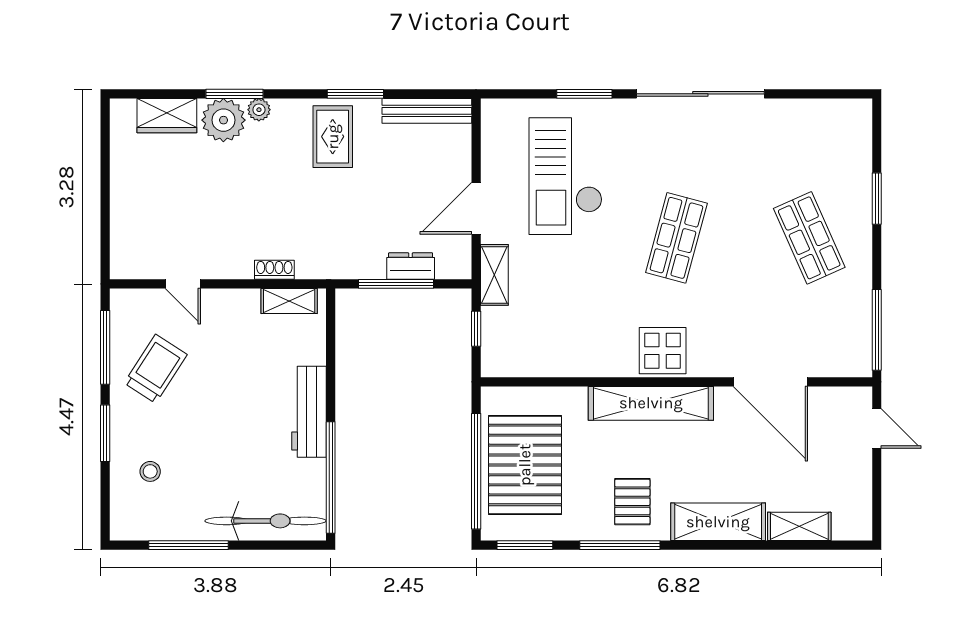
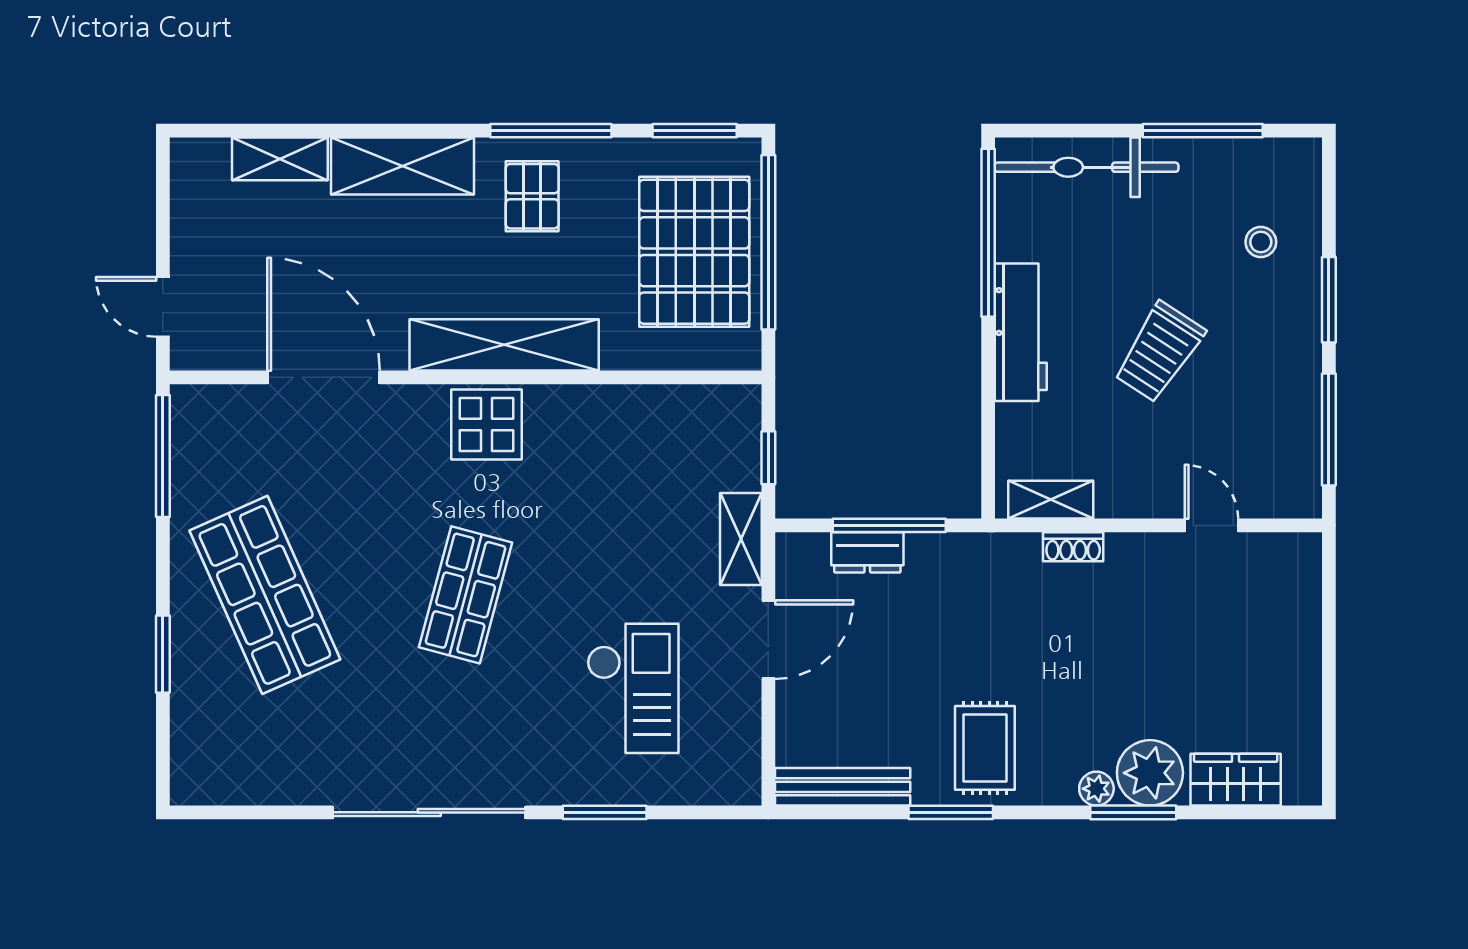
checkout: (566, 176) -> (633, 688), width x0.73, depth x0.83
shop shelf: (809, 238) -> (265, 595), width x1.43, depth x1.36
trolley: (156, 369) -> (1159, 352), moved

